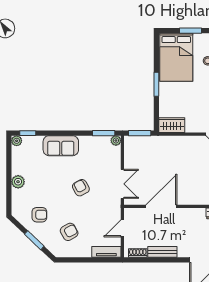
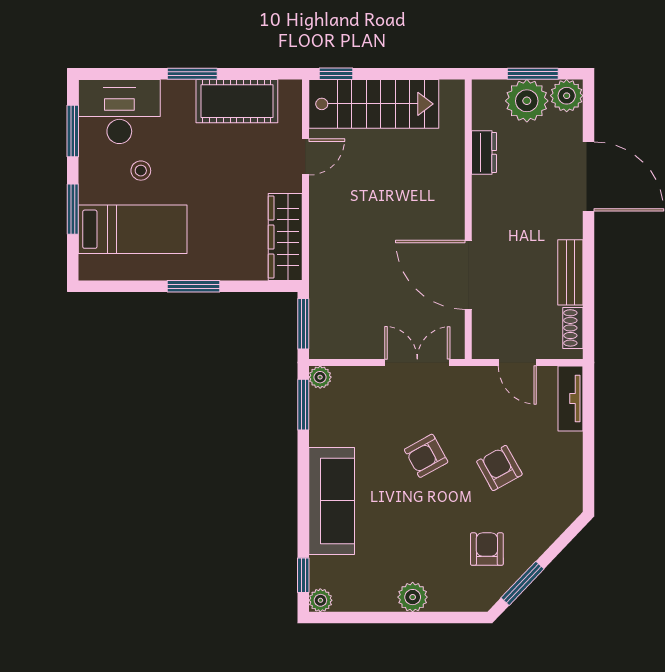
bed: (176, 57) -> (133, 229), width x0.67
wardrobe: (172, 125) -> (285, 237), width x1.50
sofa: (61, 146) -> (332, 501), width x1.36
armchair: (69, 232) -> (499, 468), moved
window: (34, 240) -> (523, 583), moved

